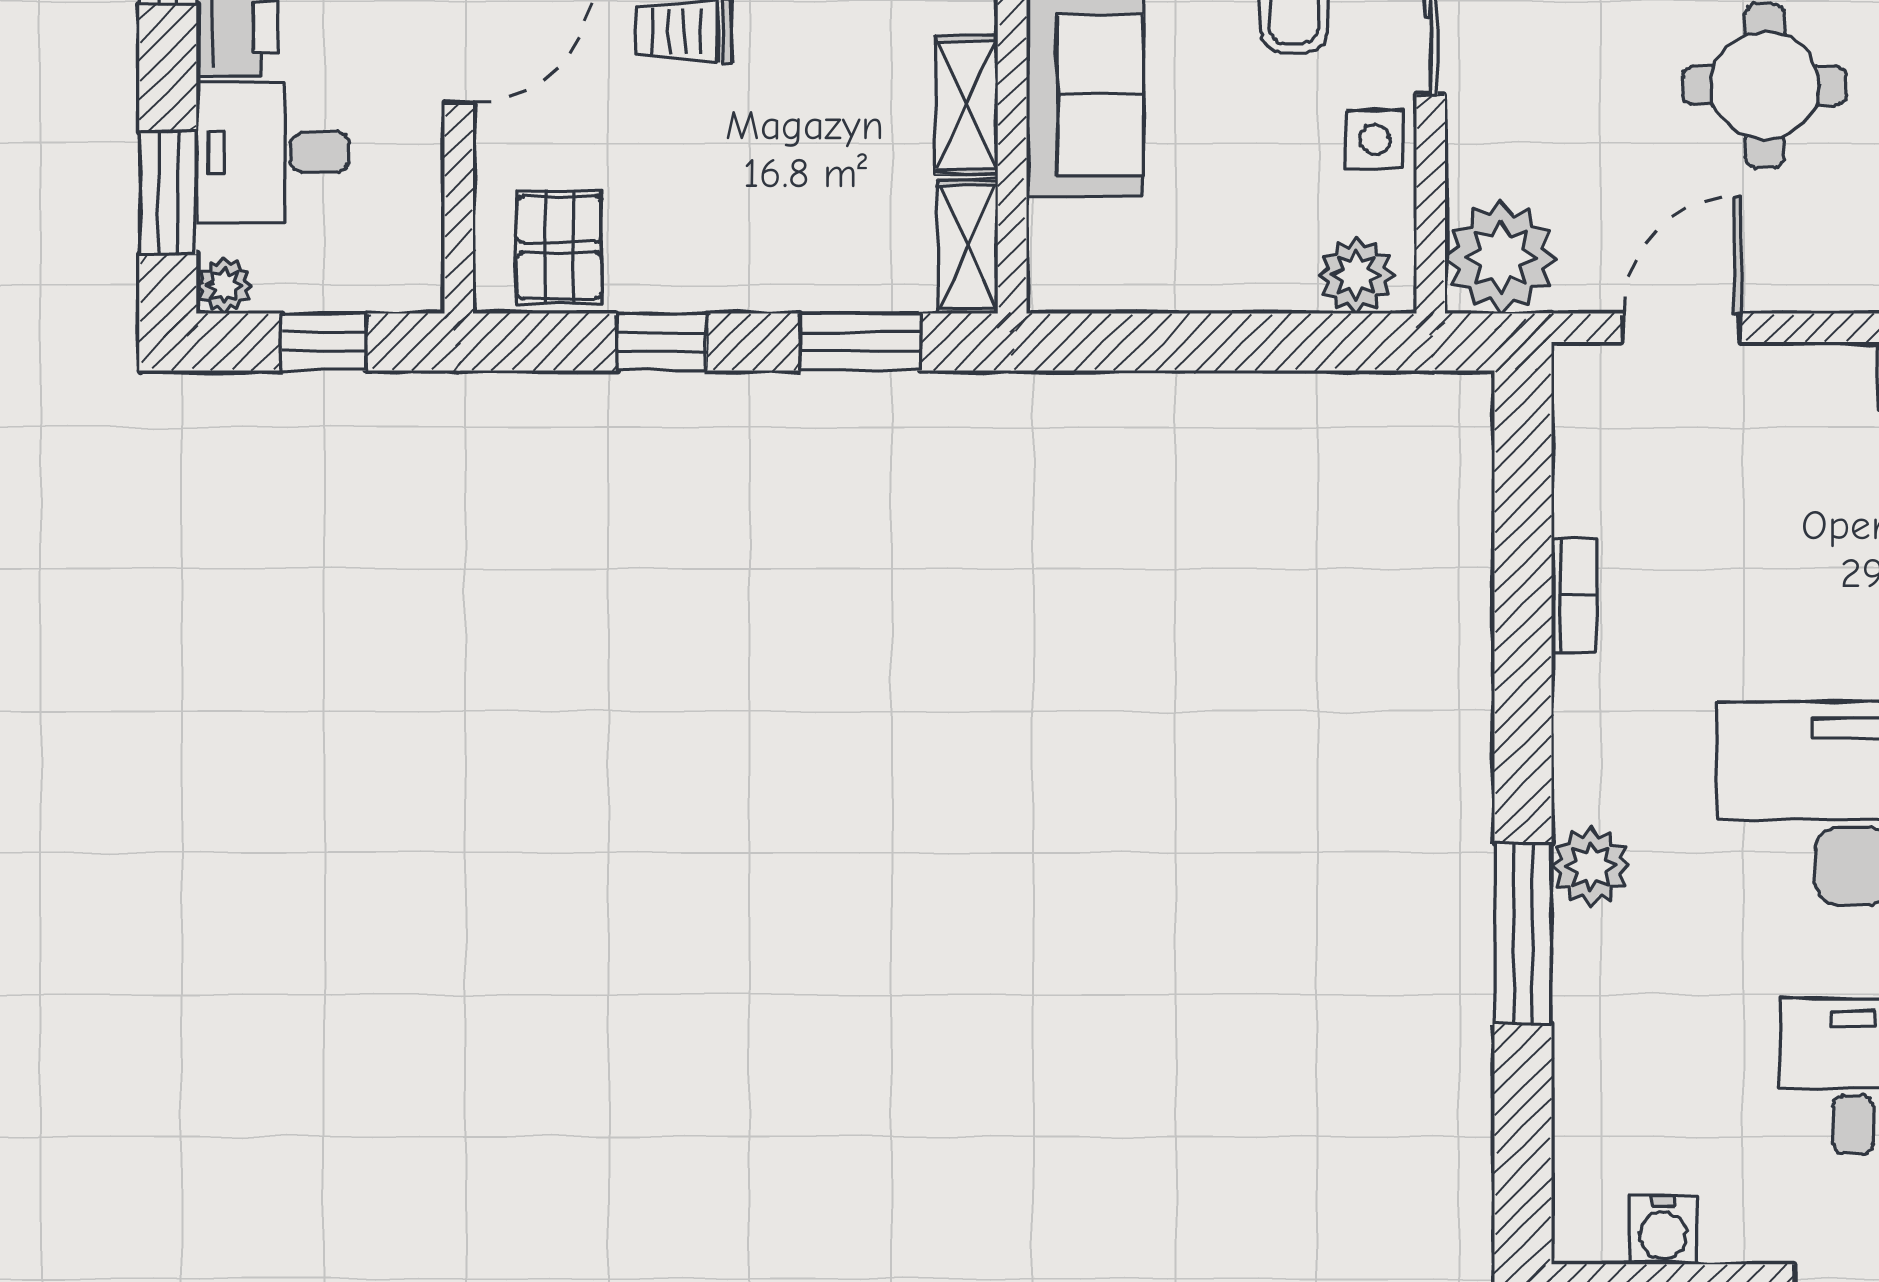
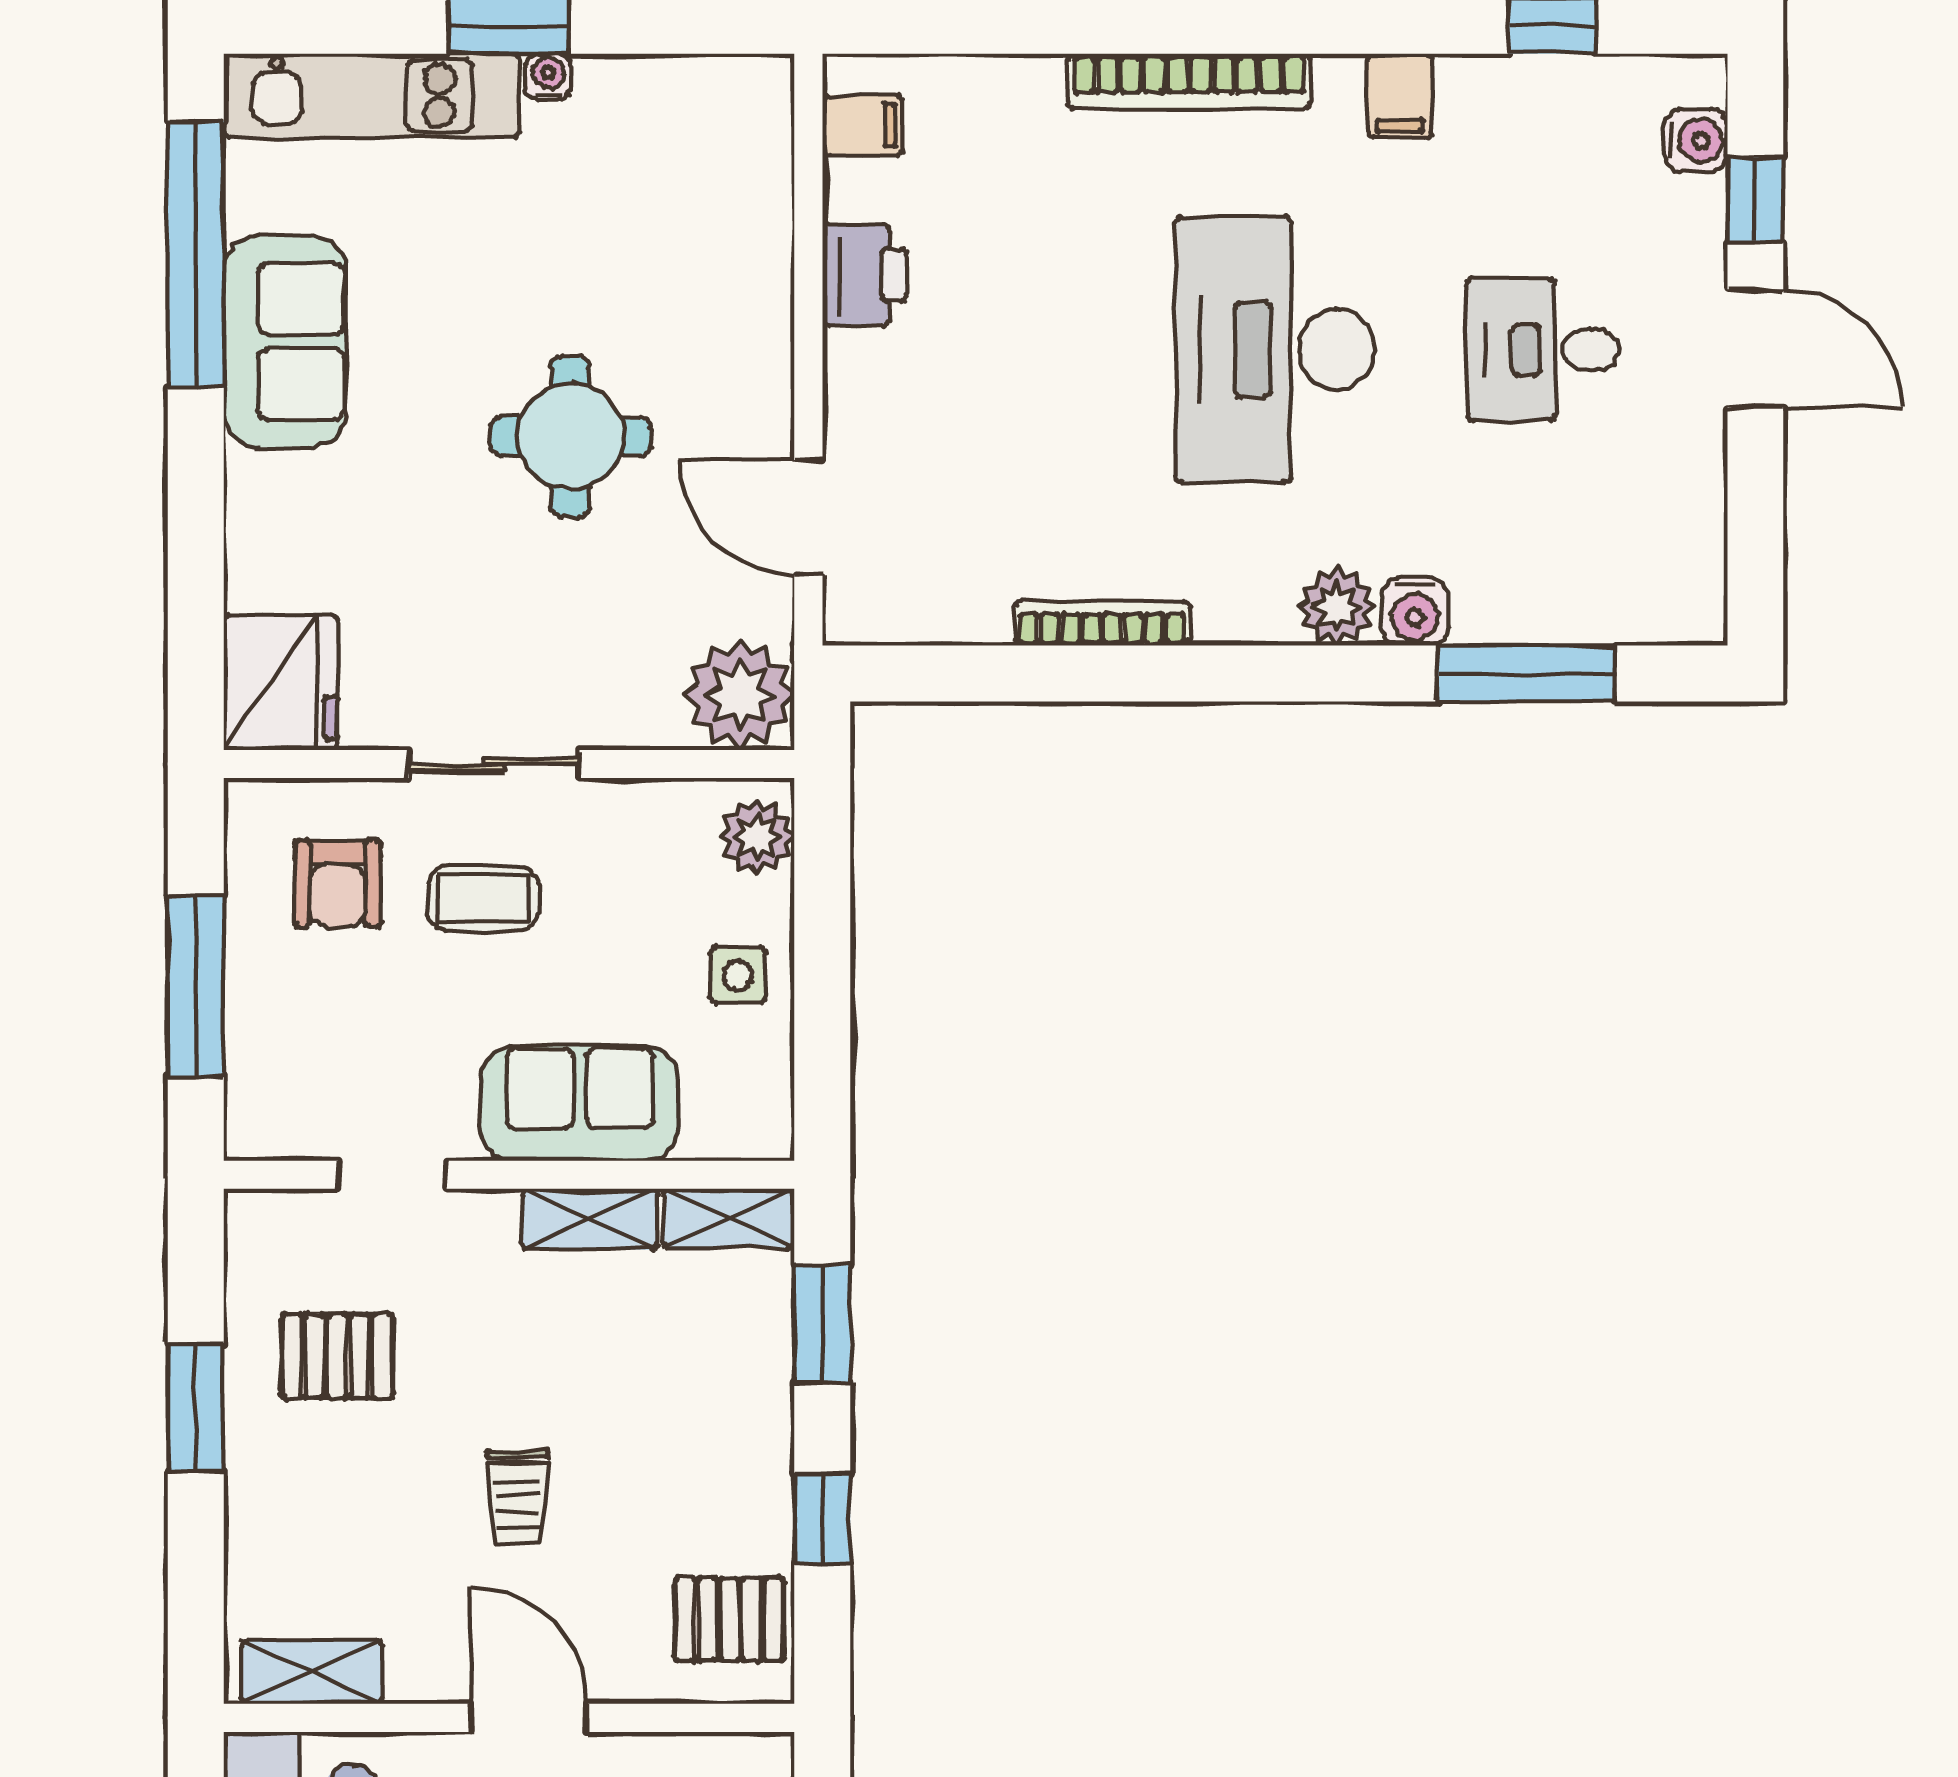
side table: (1375, 140) -> (738, 975), moved
bookcase: (1574, 595) -> (1102, 623), width x1.56
window: (1523, 934) -> (1526, 673), moved
water cooler: (1663, 1230) -> (1415, 612), moved, turned 90

